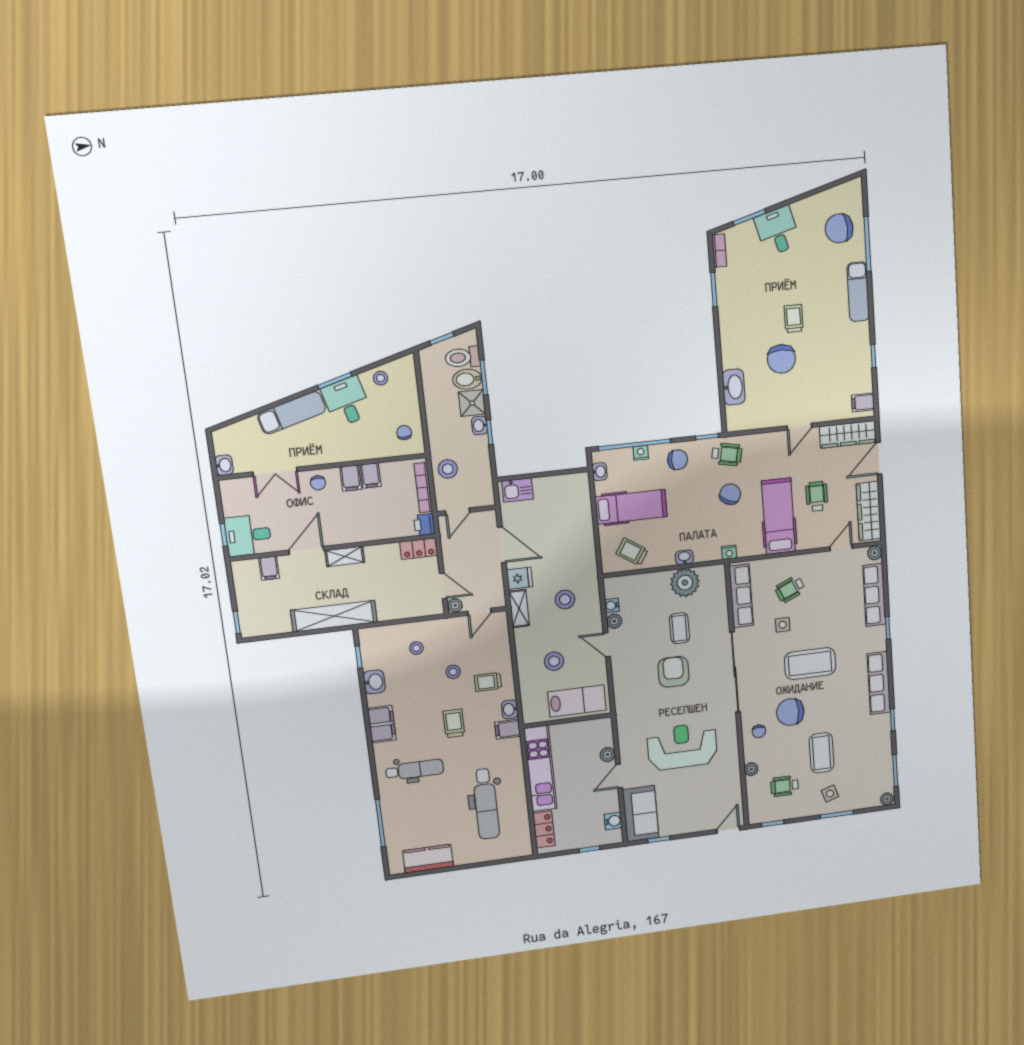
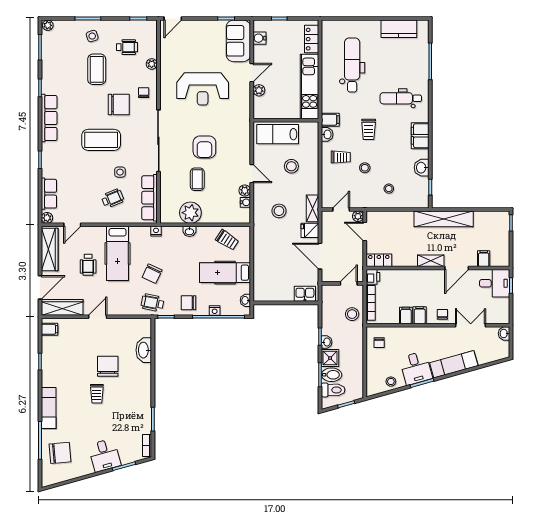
row of seats: (874, 595) -> (49, 194), width x0.68

